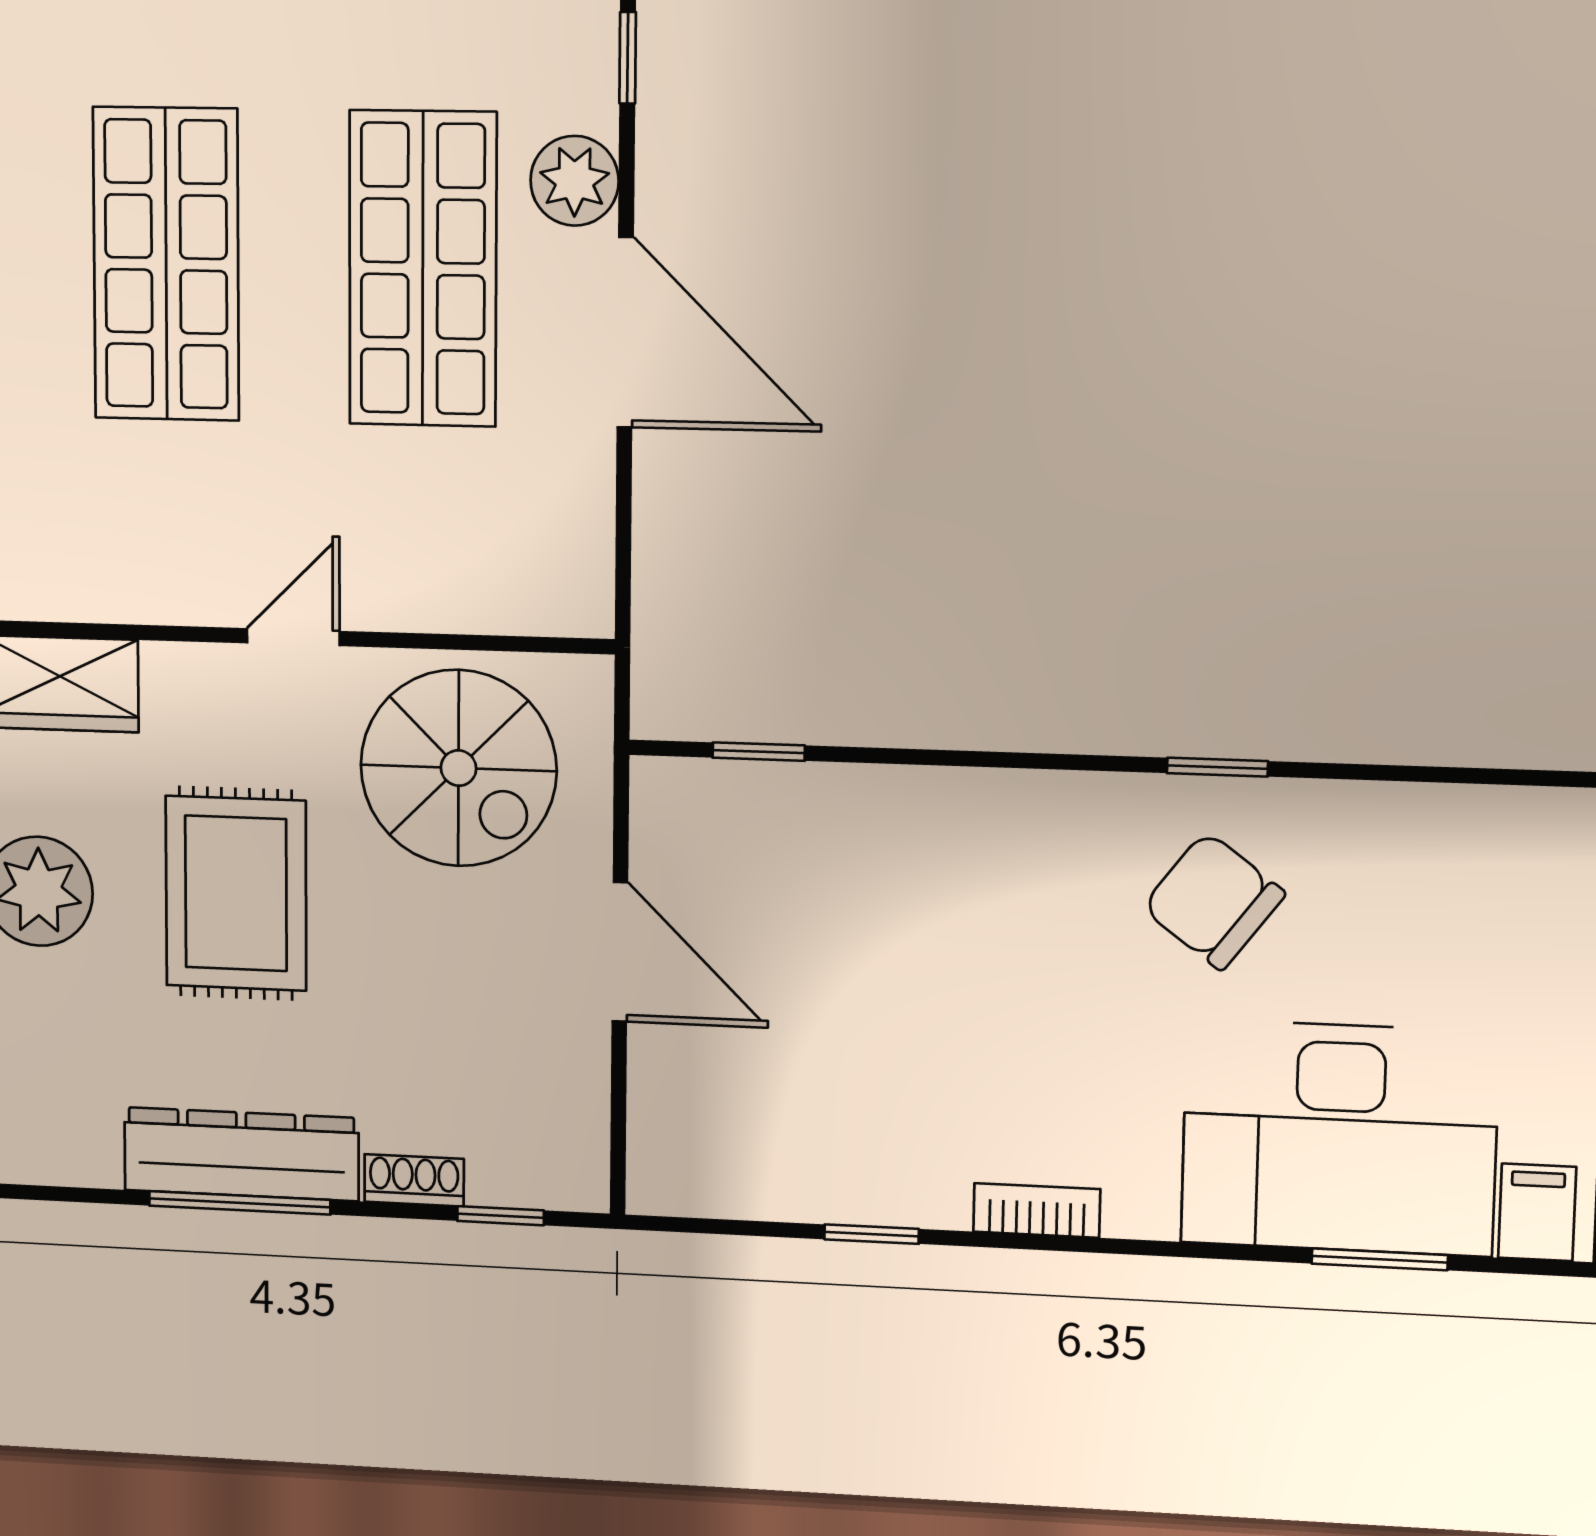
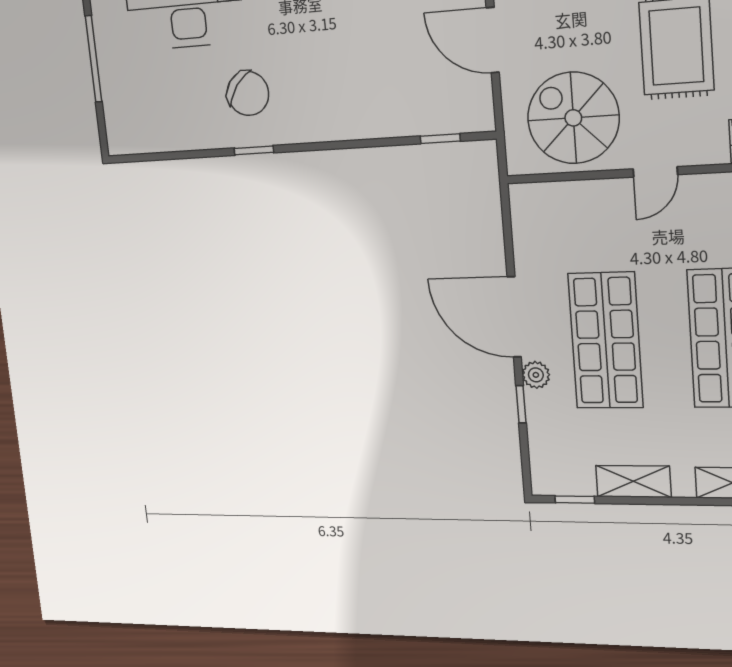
window: (628, 58) -> (521, 404), moved
plant: (575, 181) -> (536, 375), width x0.73, depth x0.73

